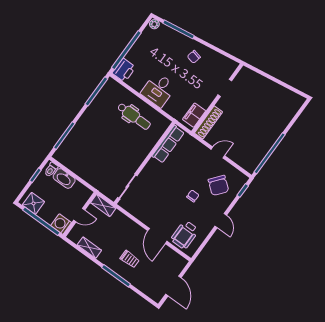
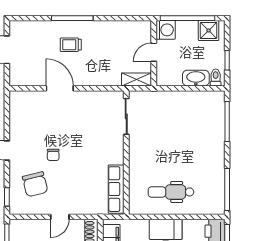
chair: (218, 185) -> (35, 184), turned -143
wheelchair: (185, 235) -> (33, 110), removed
shelving: (89, 248) -> (120, 27), removed

